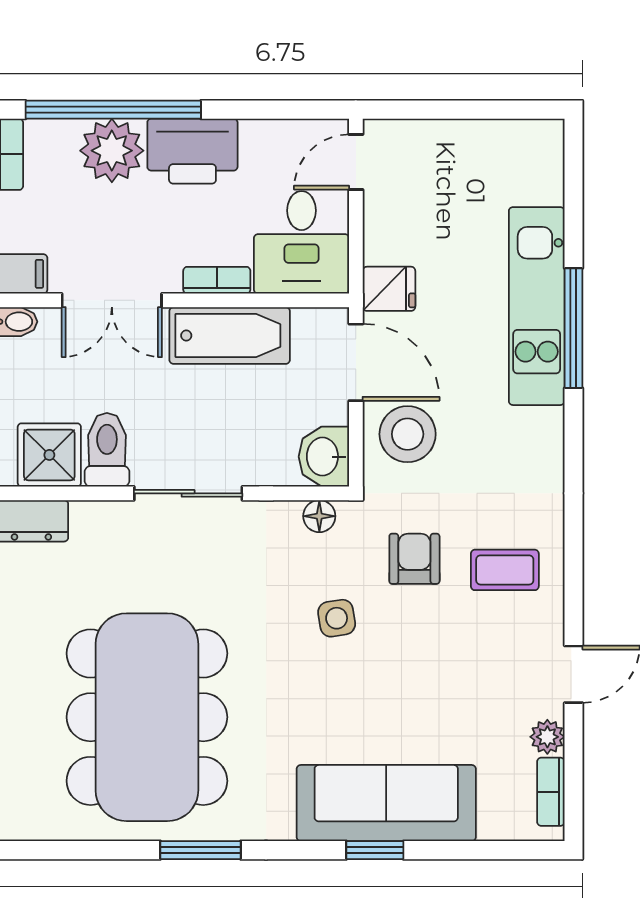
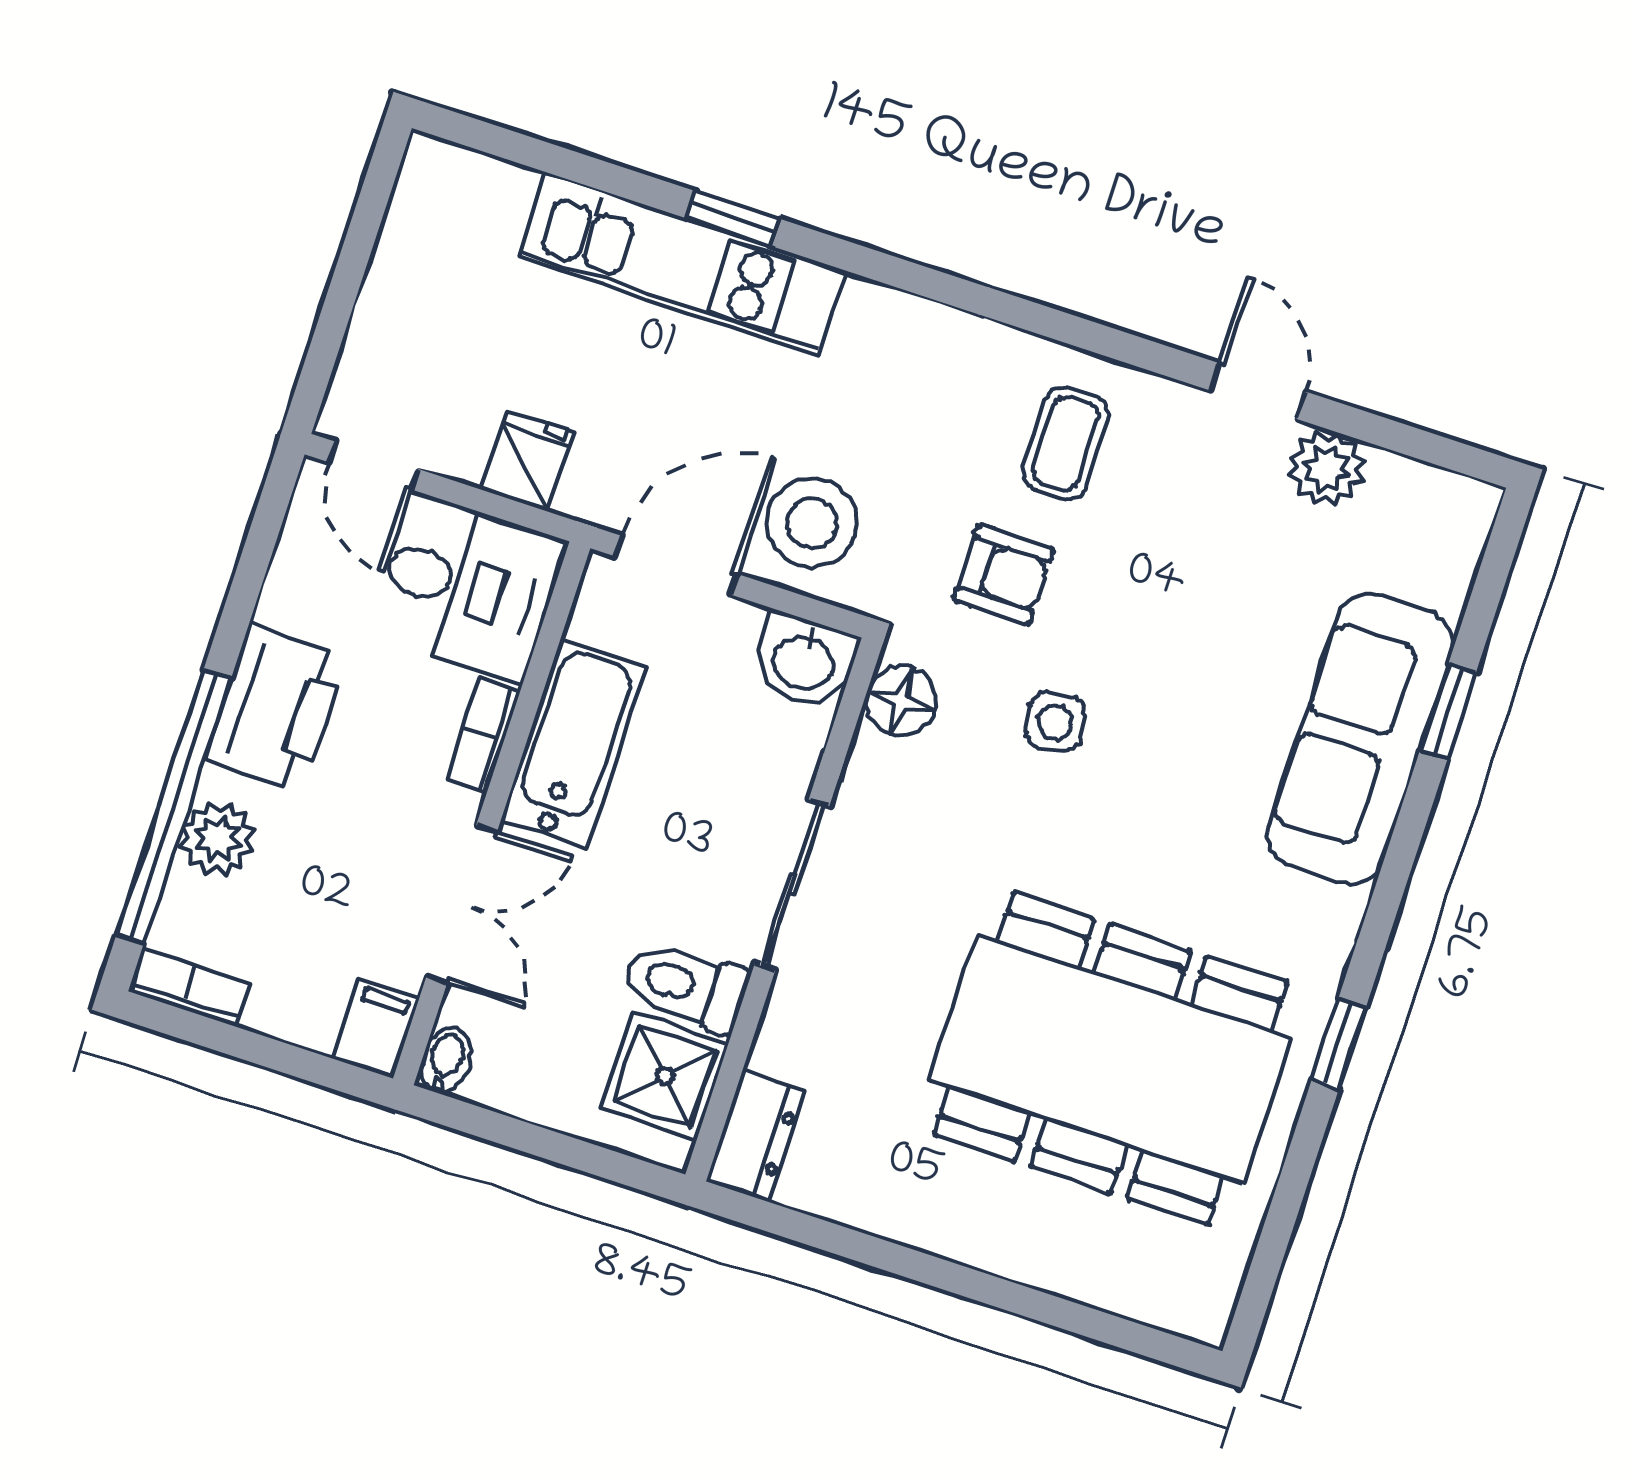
plant: (112, 151) -> (218, 838), width x0.73, depth x0.73
fridge: (389, 289) -> (527, 461), moved
window: (573, 328) -> (734, 219), width x0.46
floor lamp: (319, 516) -> (901, 700), width x1.37, depth x1.37
armchair: (414, 559) -> (1004, 575), turned 180
plant: (547, 737) -> (1327, 468), width x1.38, depth x1.38
bookcase: (551, 792) -> (1425, 484), removed
window: (201, 850) -> (1339, 1044), width x0.67
window: (375, 850) -> (1448, 712), moved

